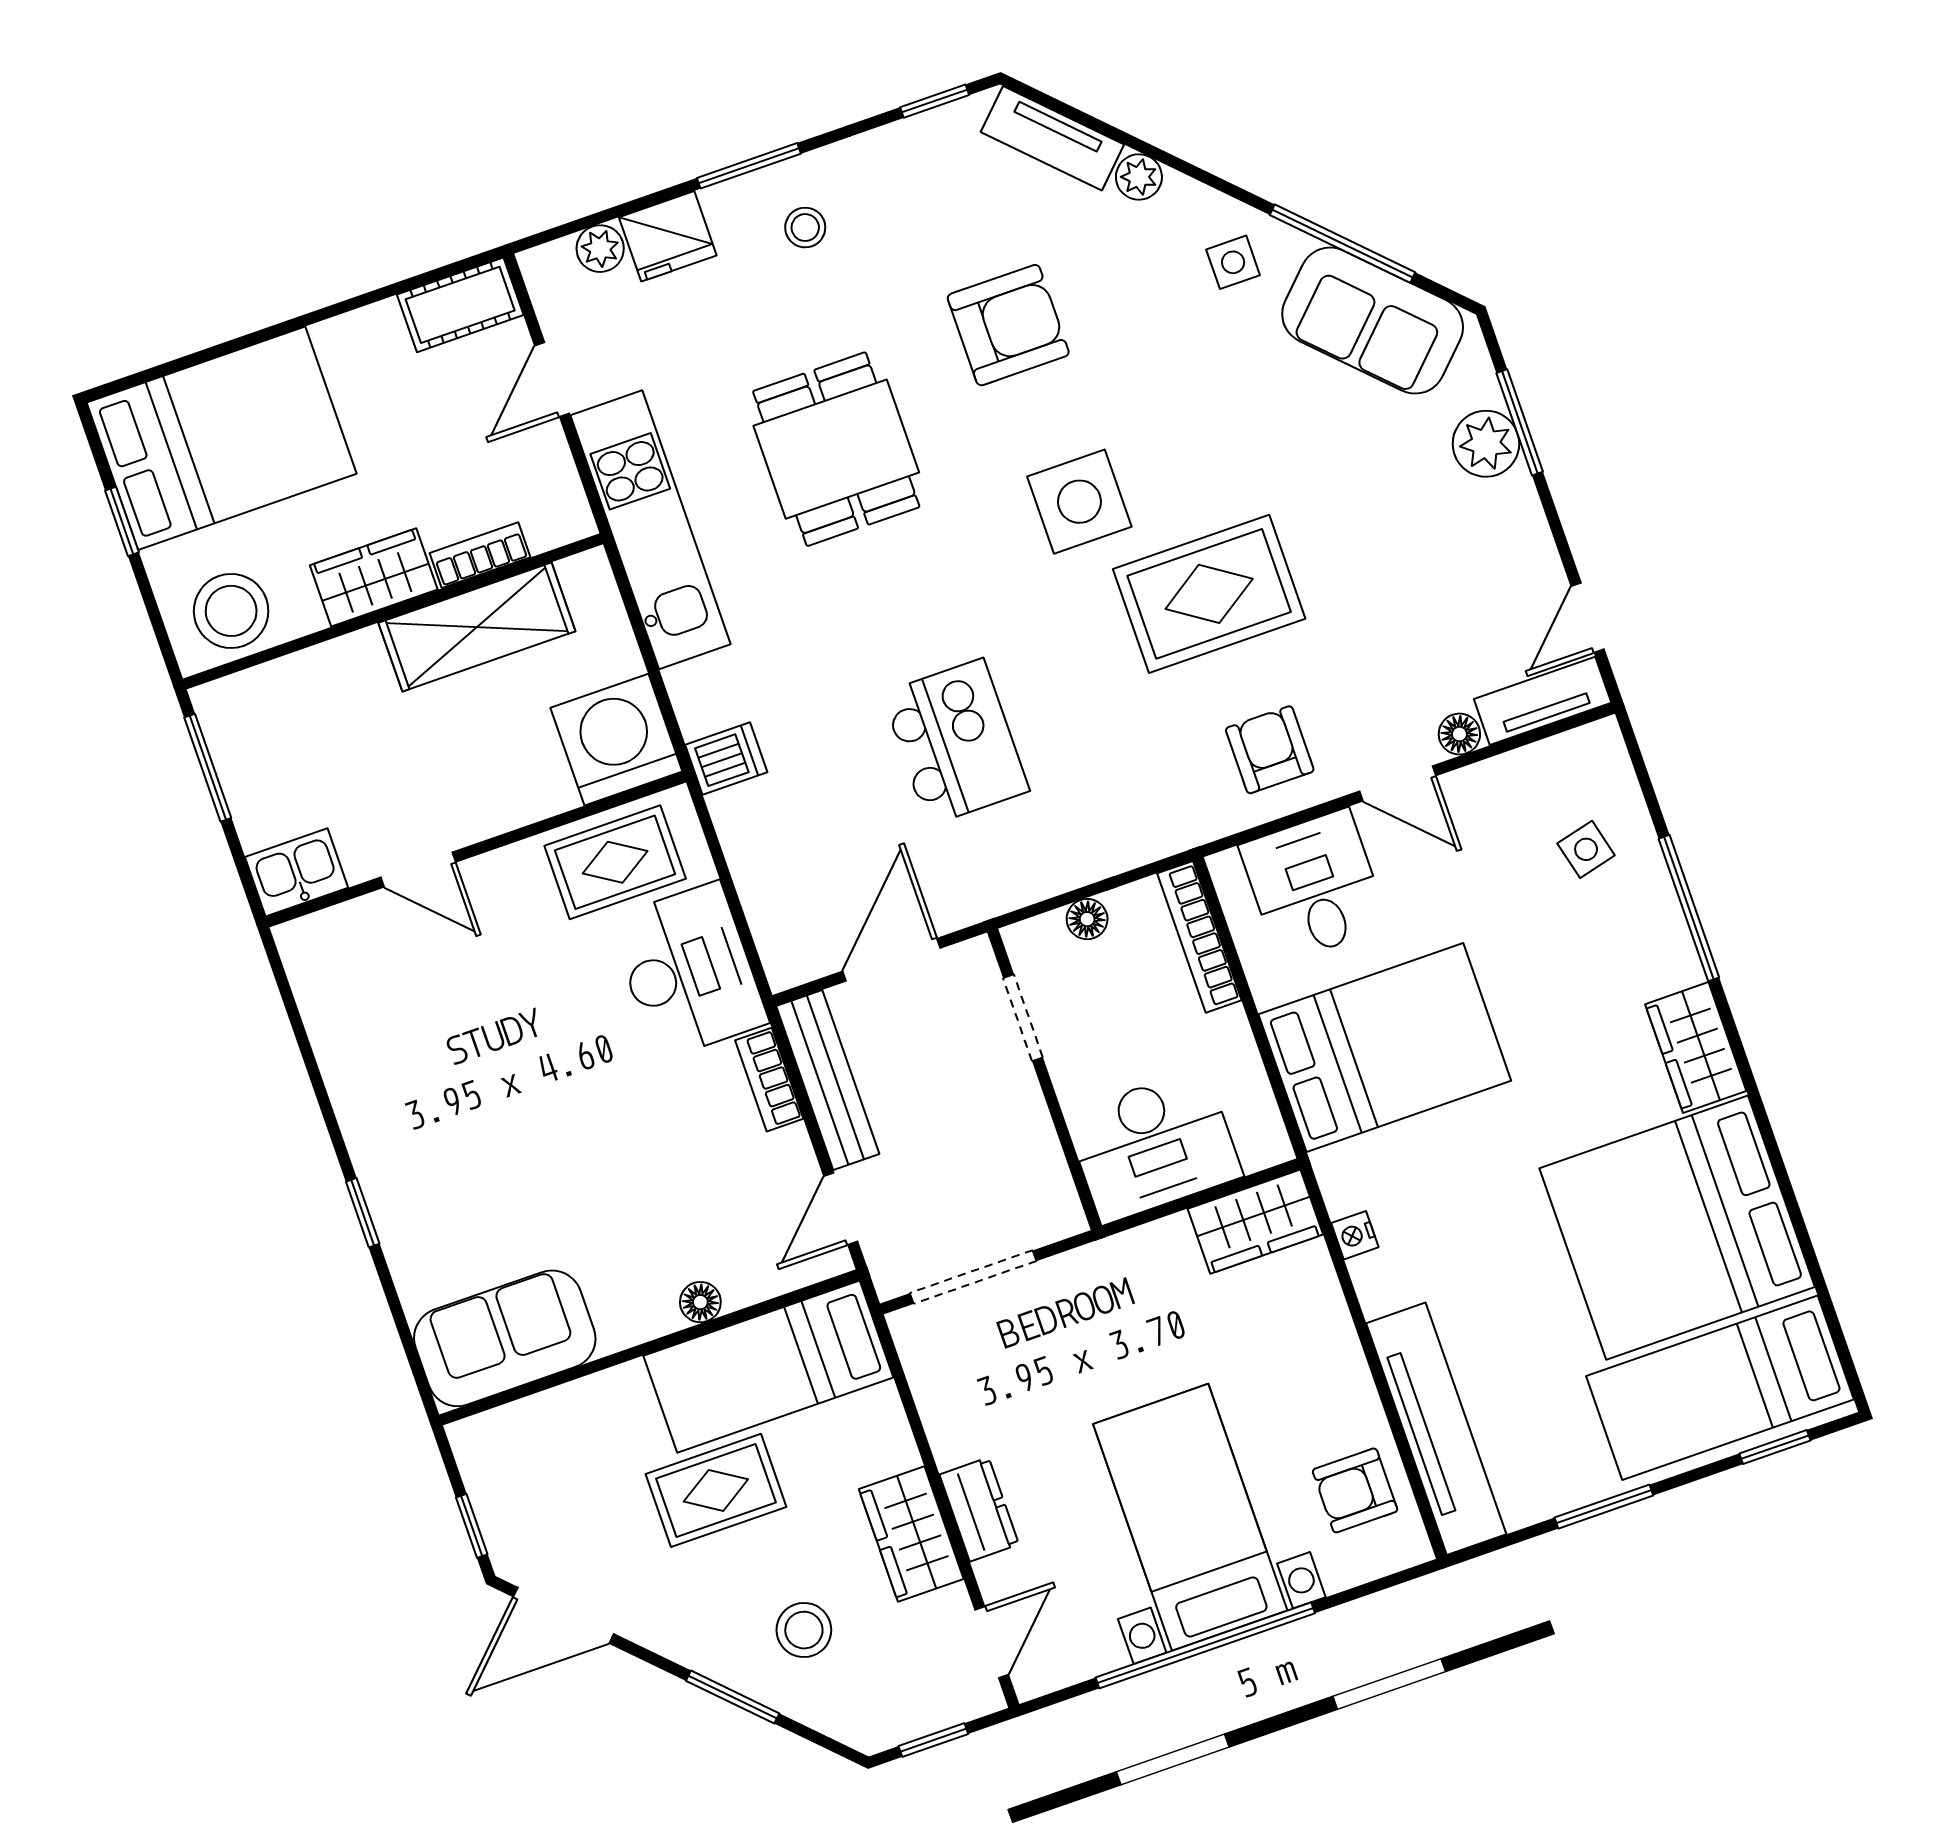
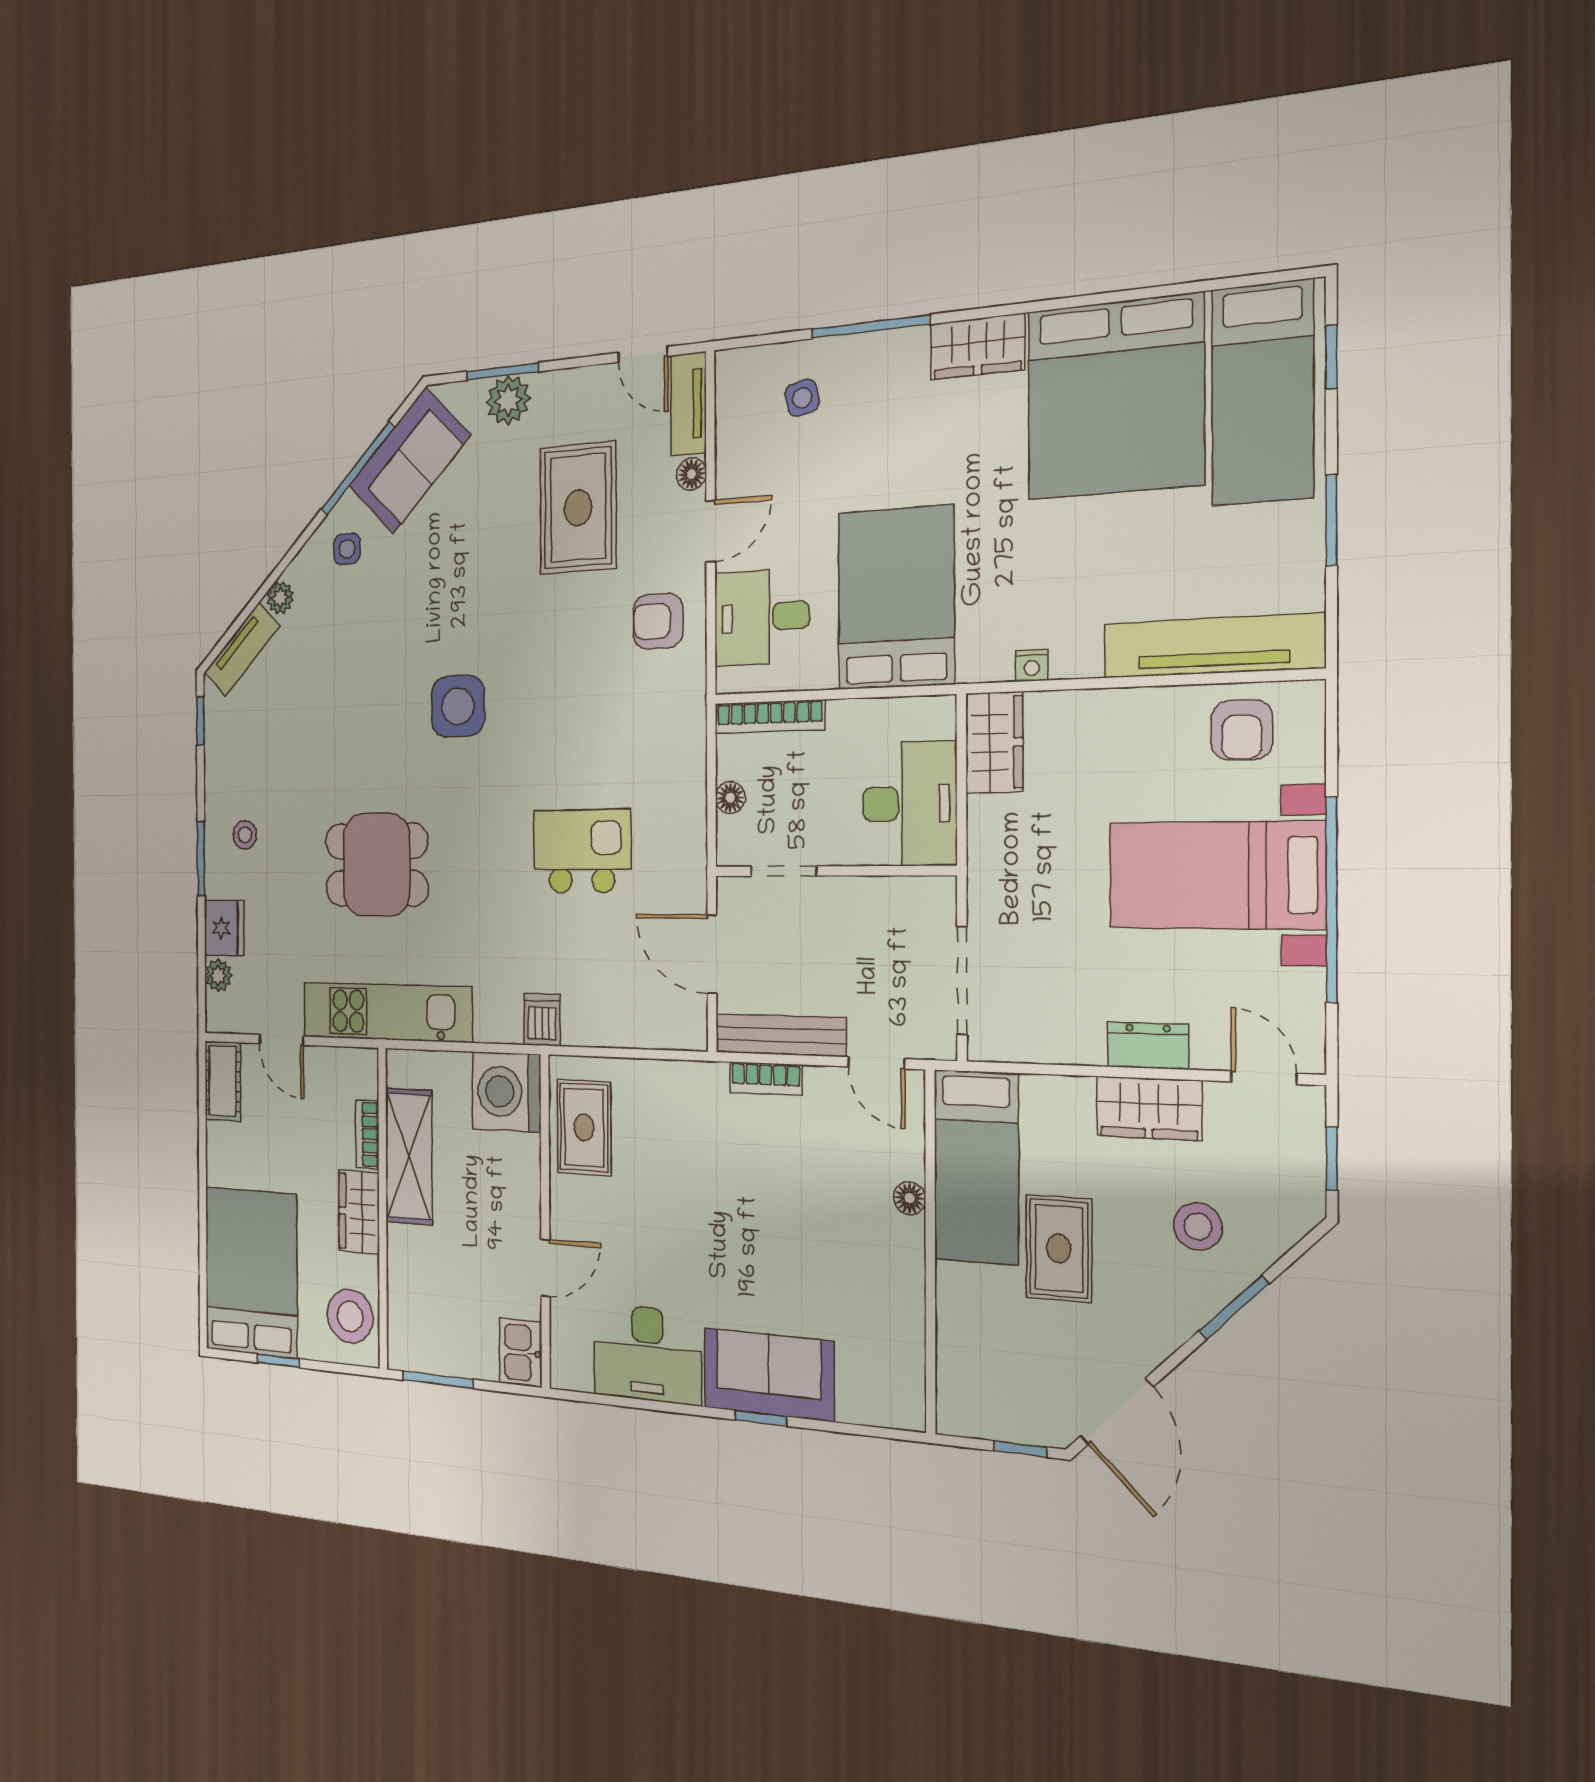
armchair: (1008, 325) -> (339, 718), removed
rug: (1209, 594) -> (578, 508), moved
desk: (688, 971) -> (647, 1354), moved, turned 180
sofa: (505, 1338) -> (769, 1374), moved, turned 90

